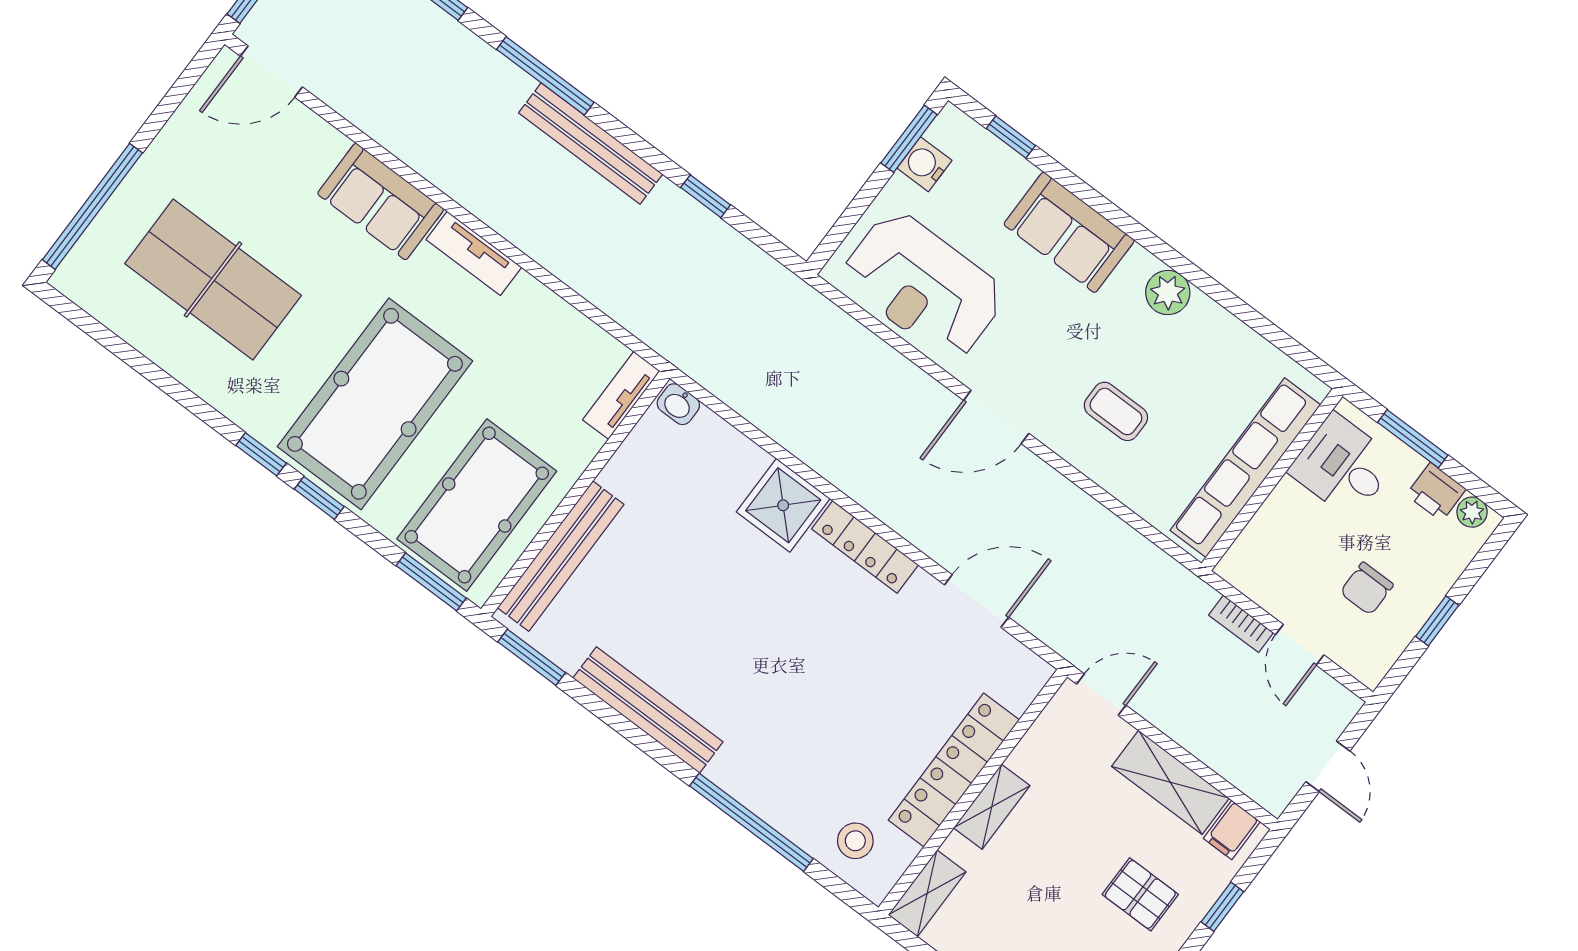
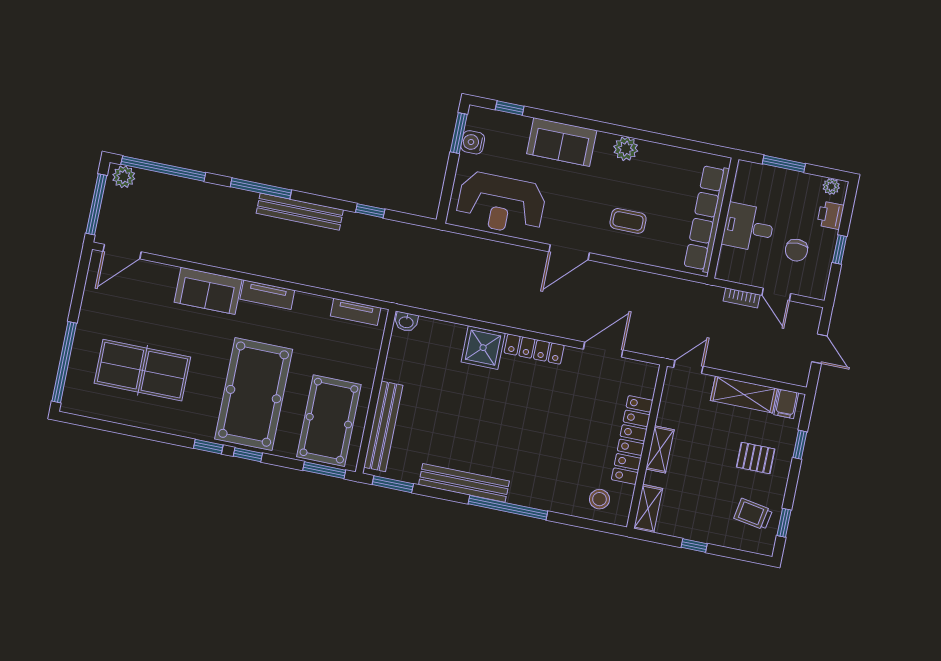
tv unit: (621, 395) -> (356, 312), moved, turned -90
desk: (1343, 466) -> (748, 228), moved
printer: (1436, 492) -> (830, 215), moved, turned 90
window: (751, 822) -> (508, 508), moved

